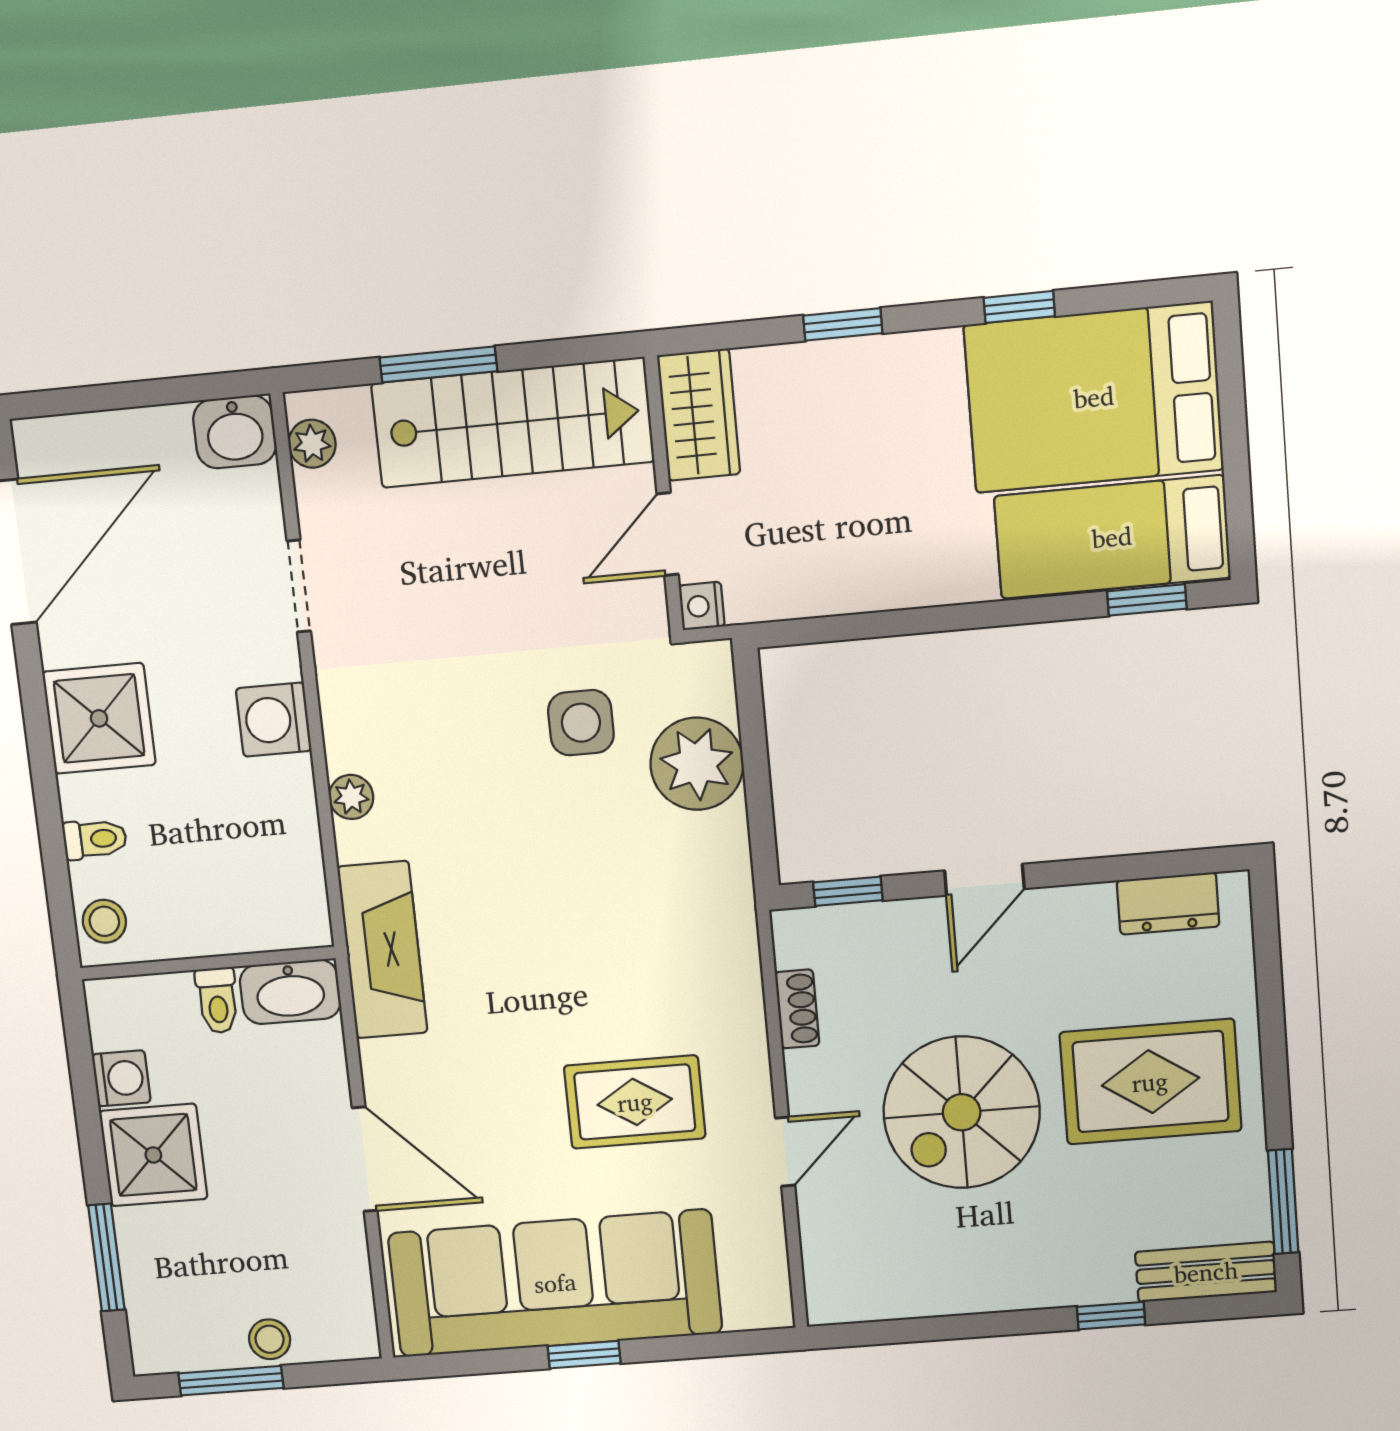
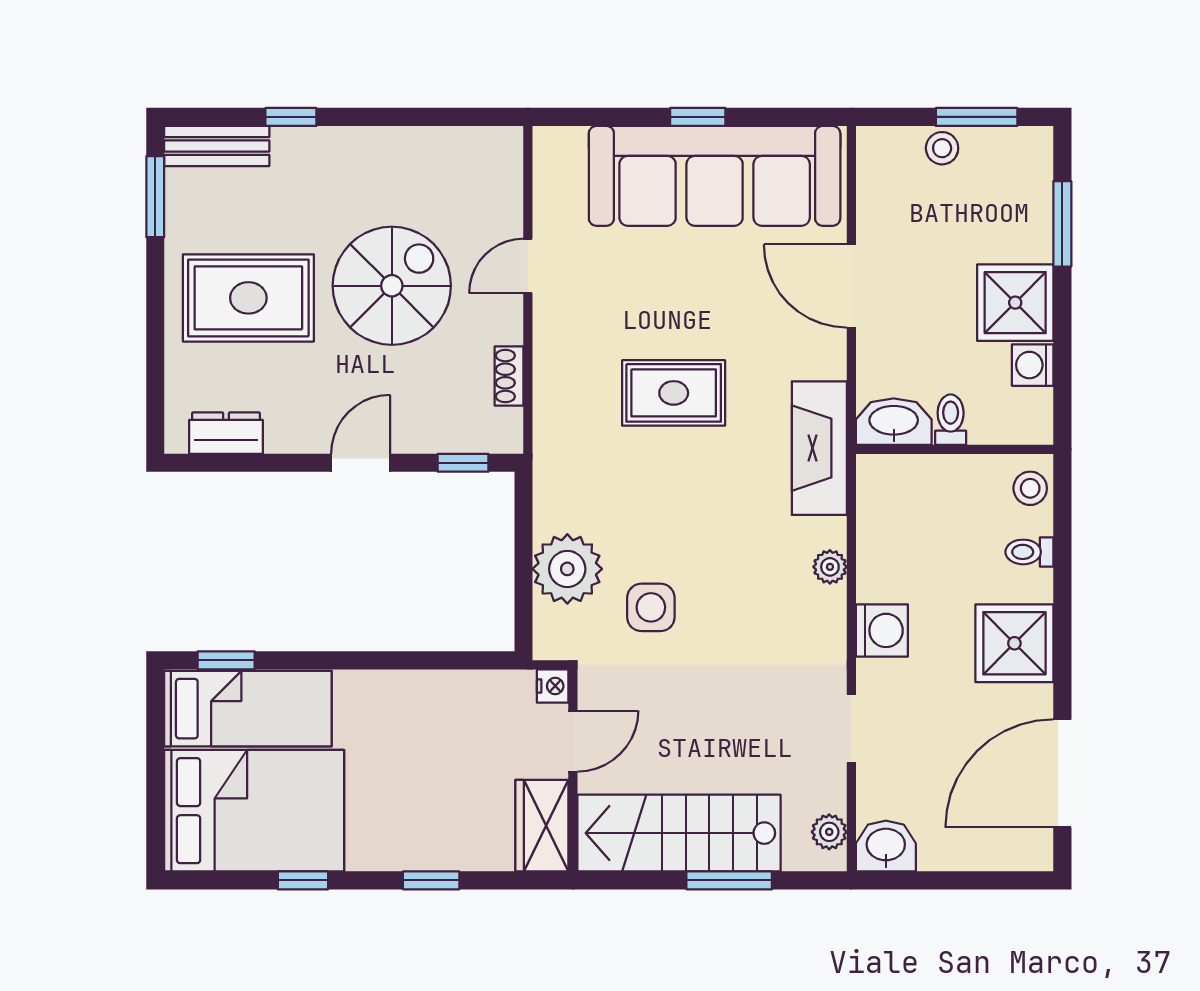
rug: (635, 1102) -> (674, 393), moved

